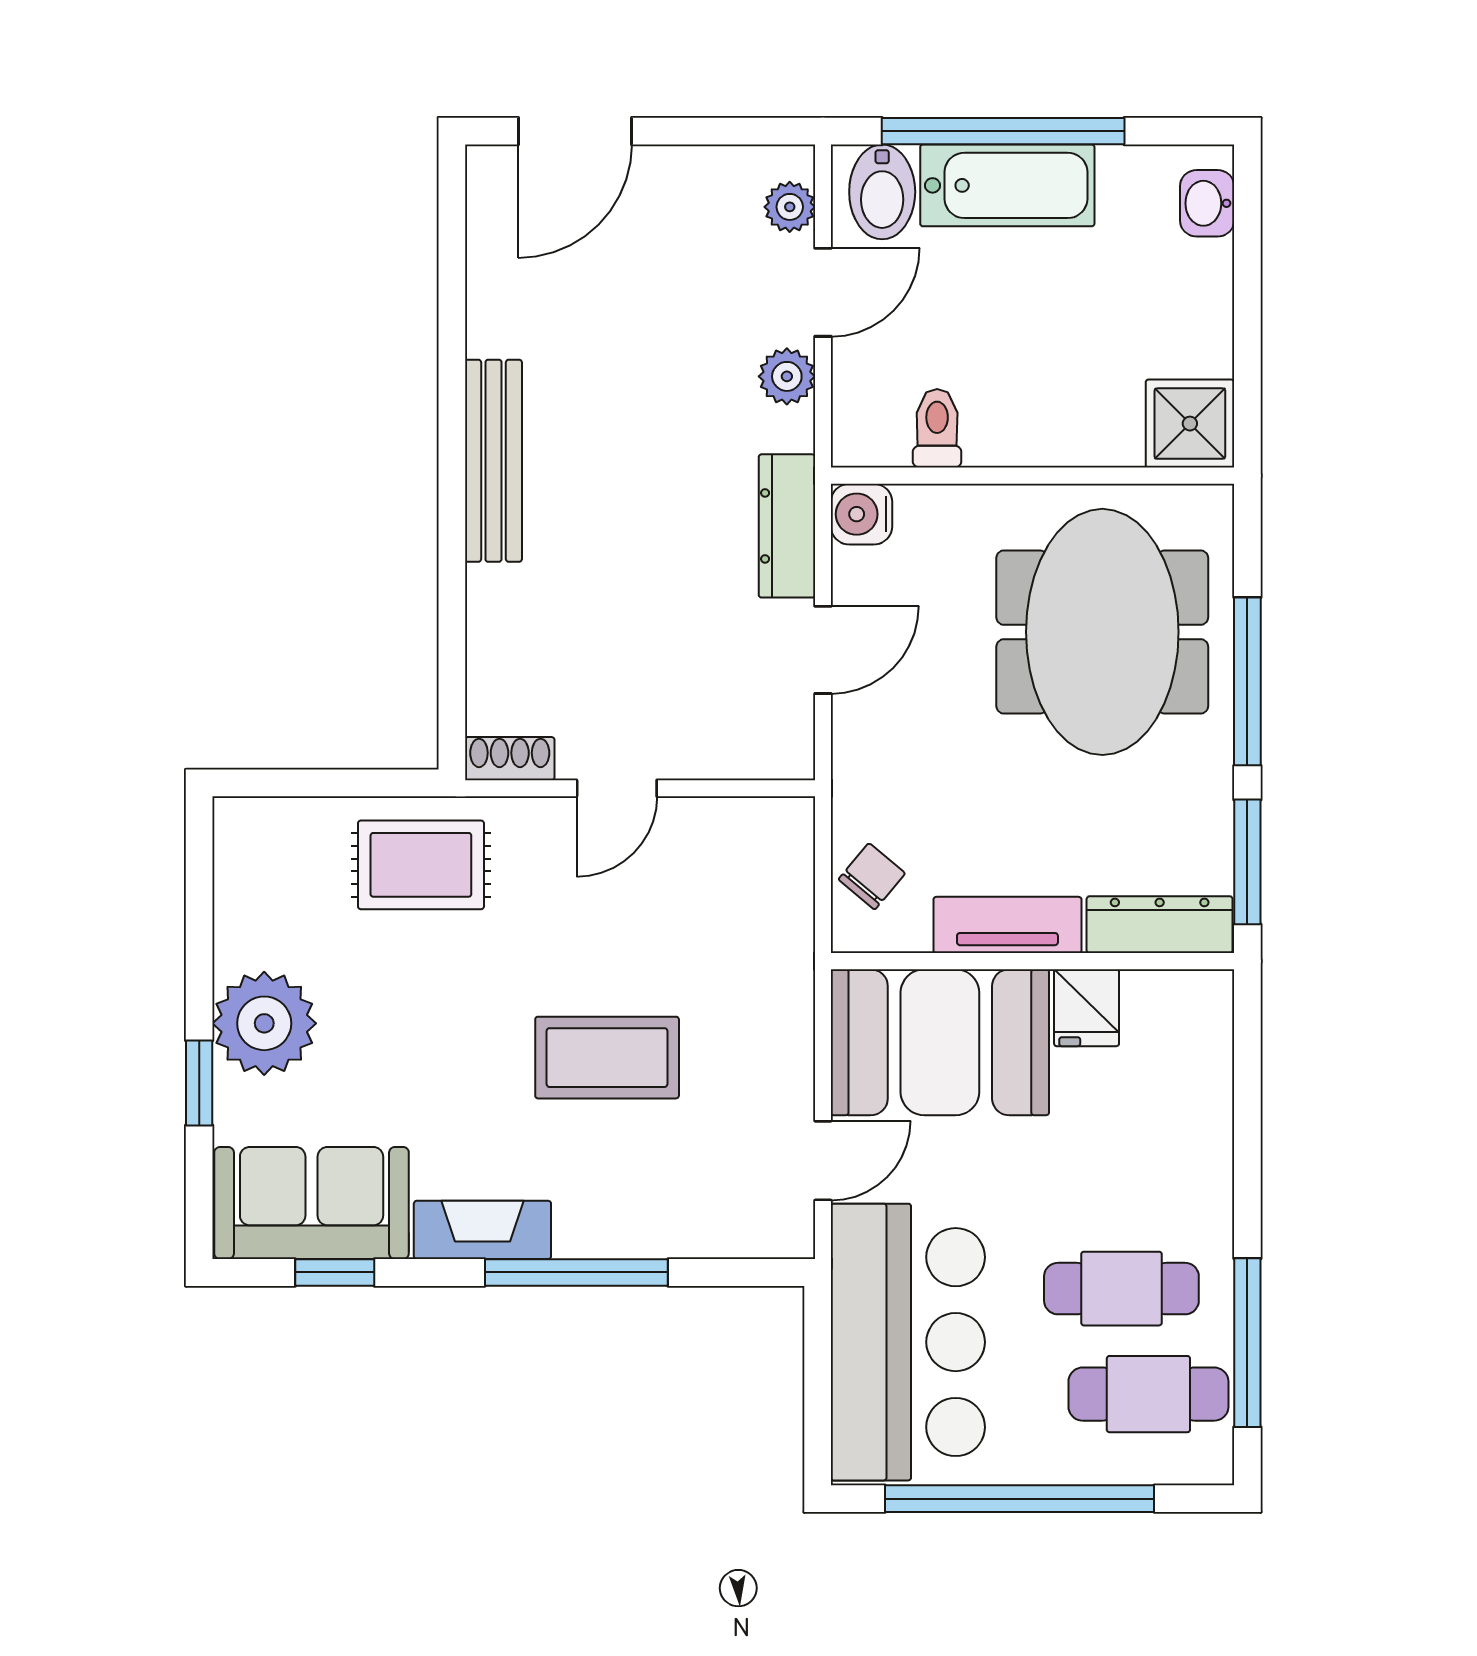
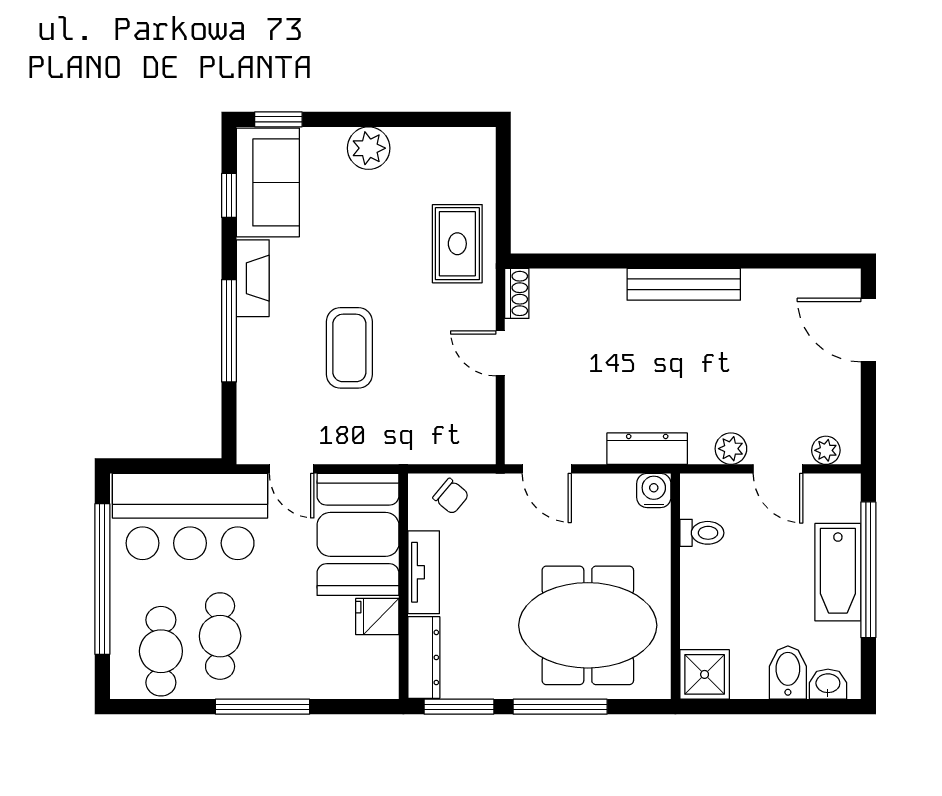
bidet: (882, 192) -> (788, 673), moved, turned 90
door: (823, 650) -> (547, 469), moved
plant: (264, 1023) -> (369, 148), width x0.73, depth x0.73
window: (199, 1083) -> (278, 119), moved
window: (1247, 1343) -> (263, 707), moved

